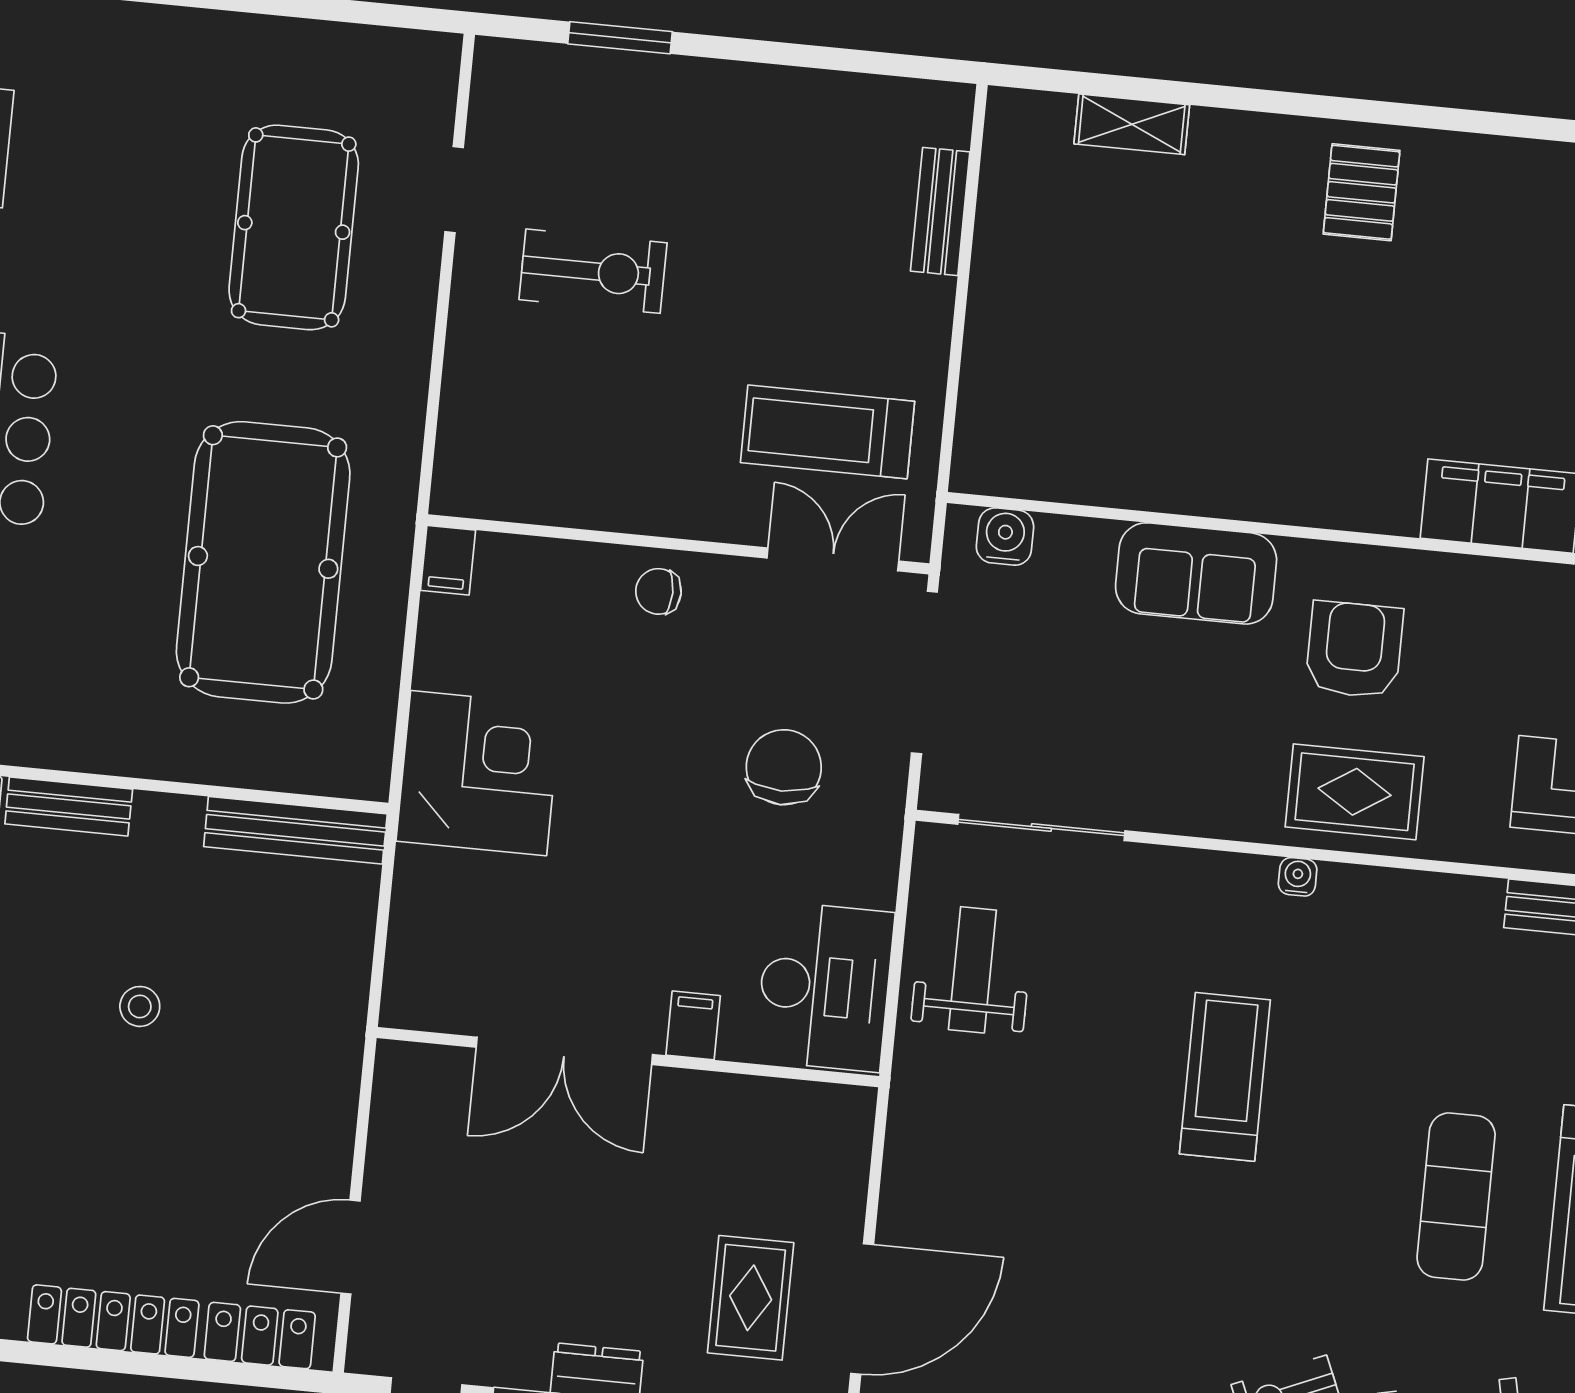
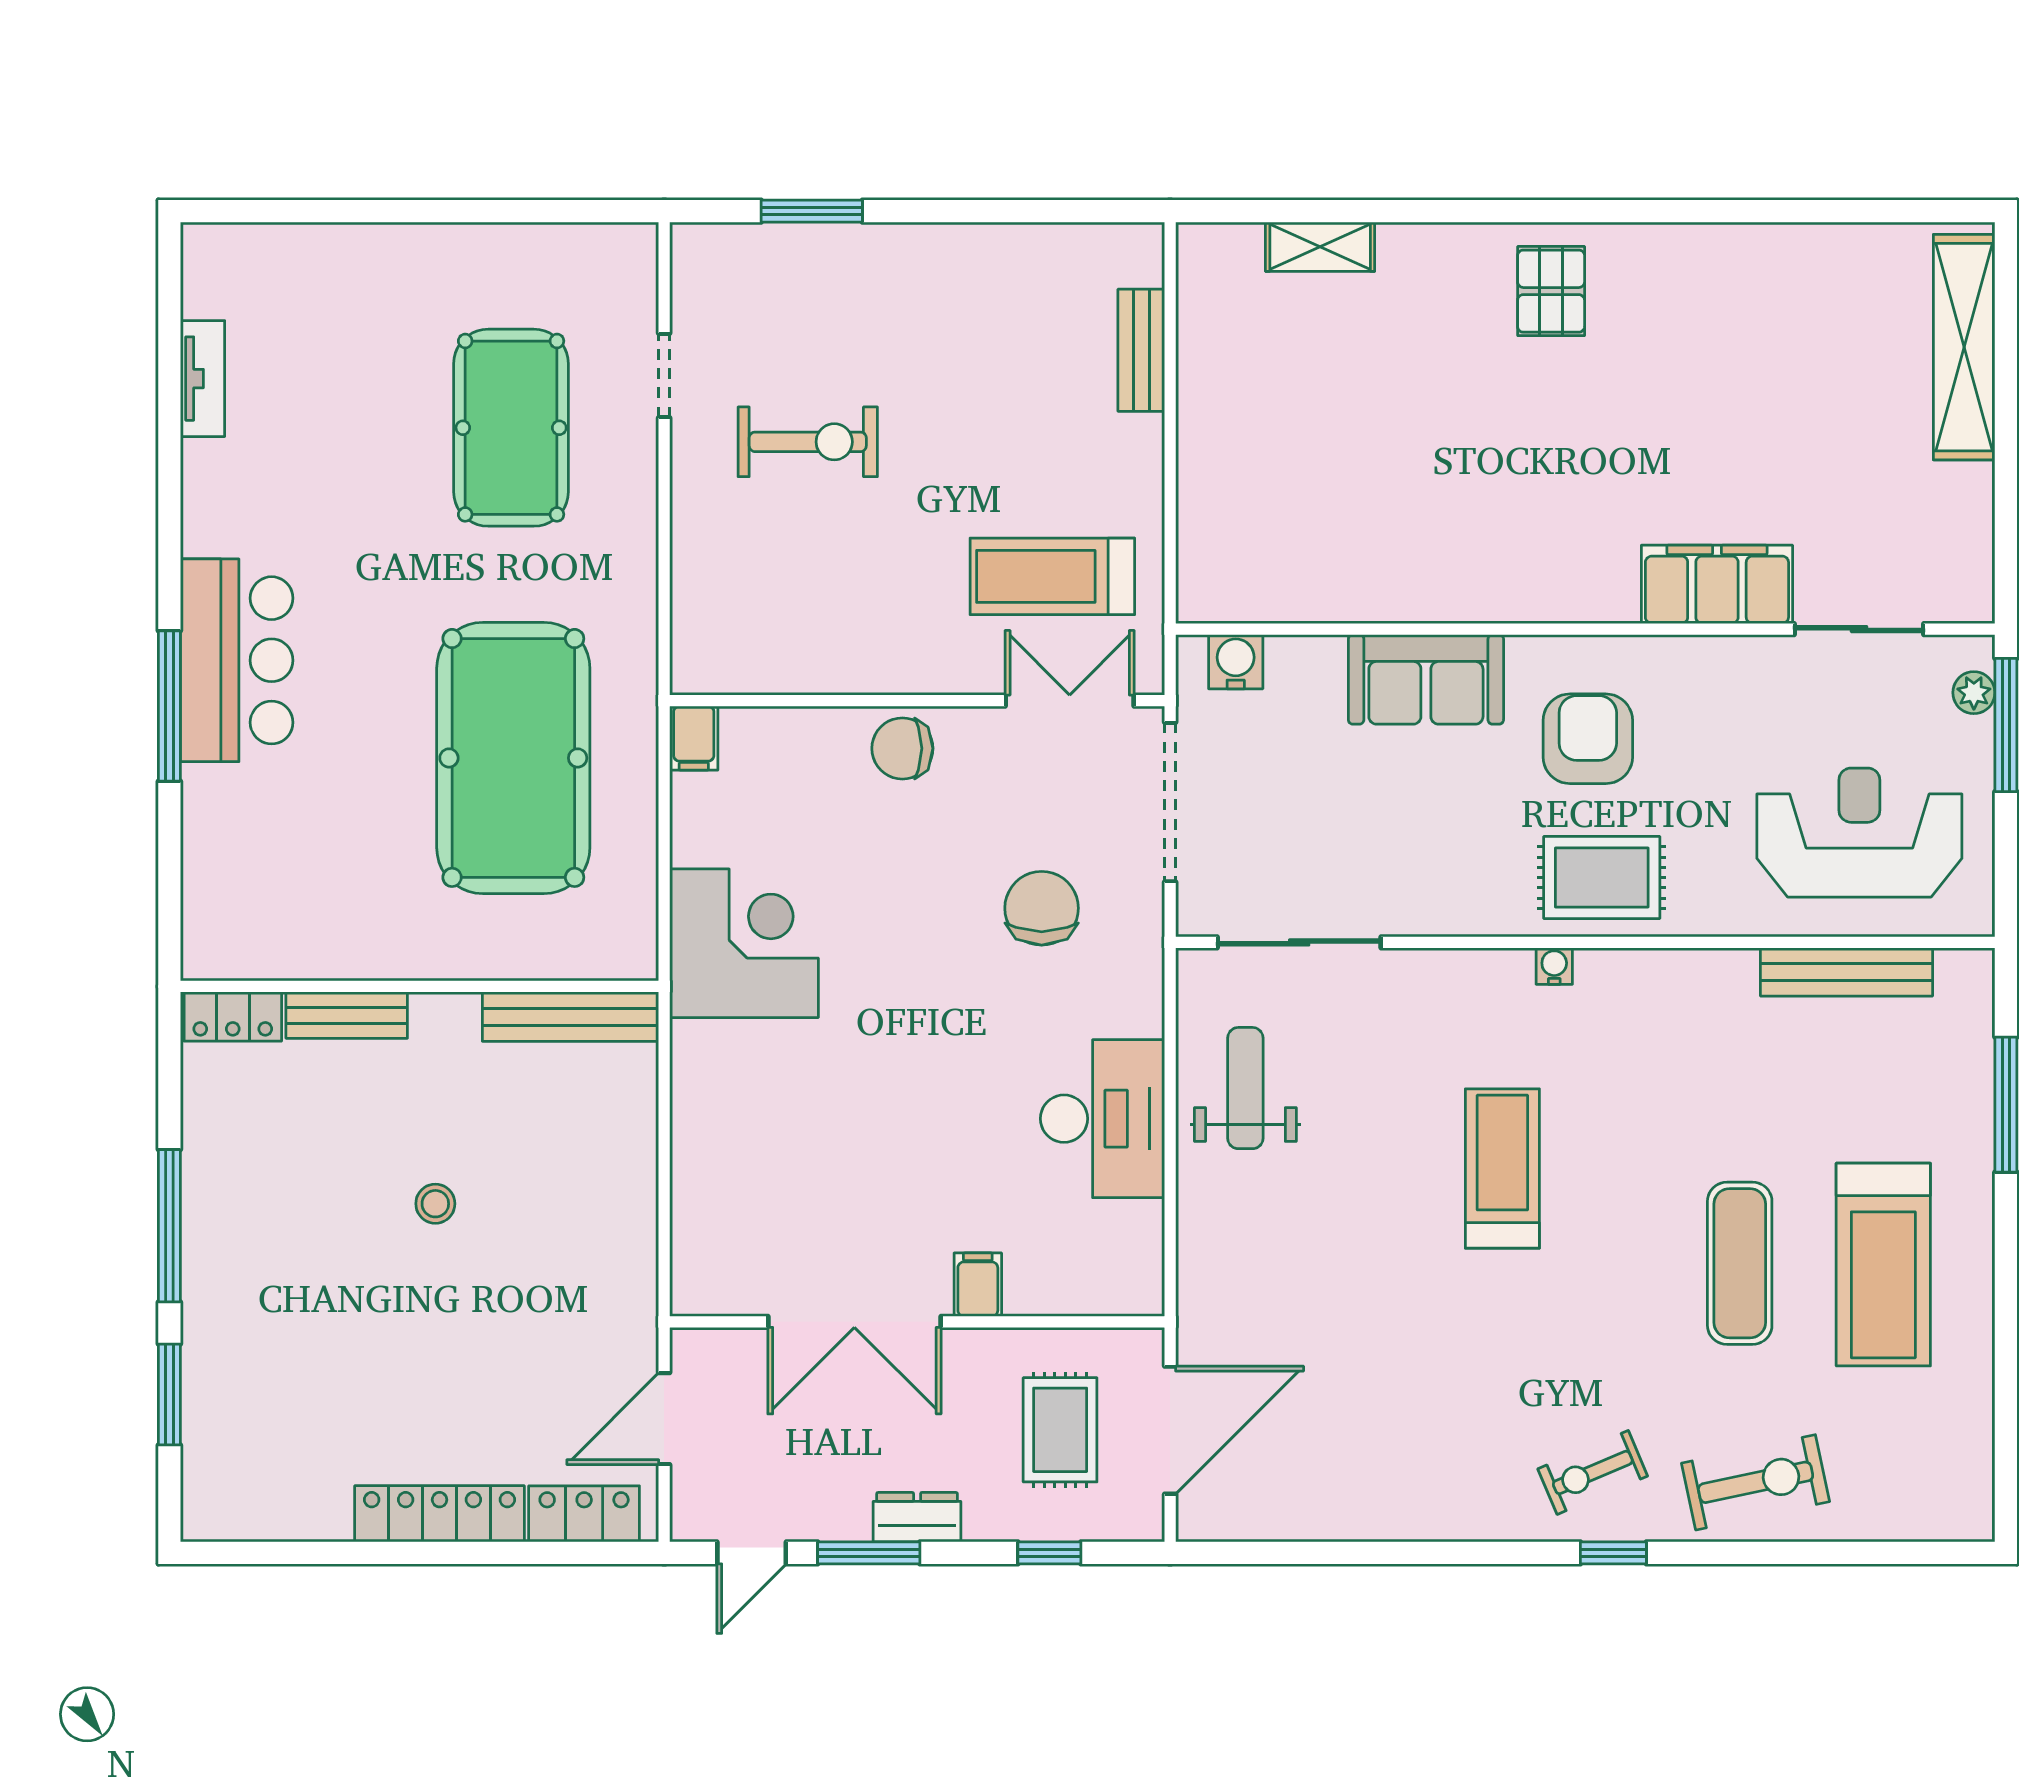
chair: (658, 591) -> (902, 748), width x1.37, depth x1.37
filing cabinet: (693, 1025) -> (978, 1285), moved
double door: (564, 1051) -> (854, 1322), moved
wall: (628, 1057) -> (917, 1322), moved

